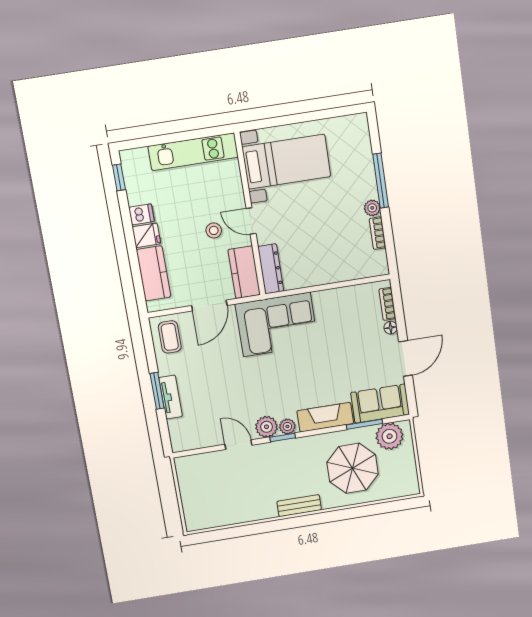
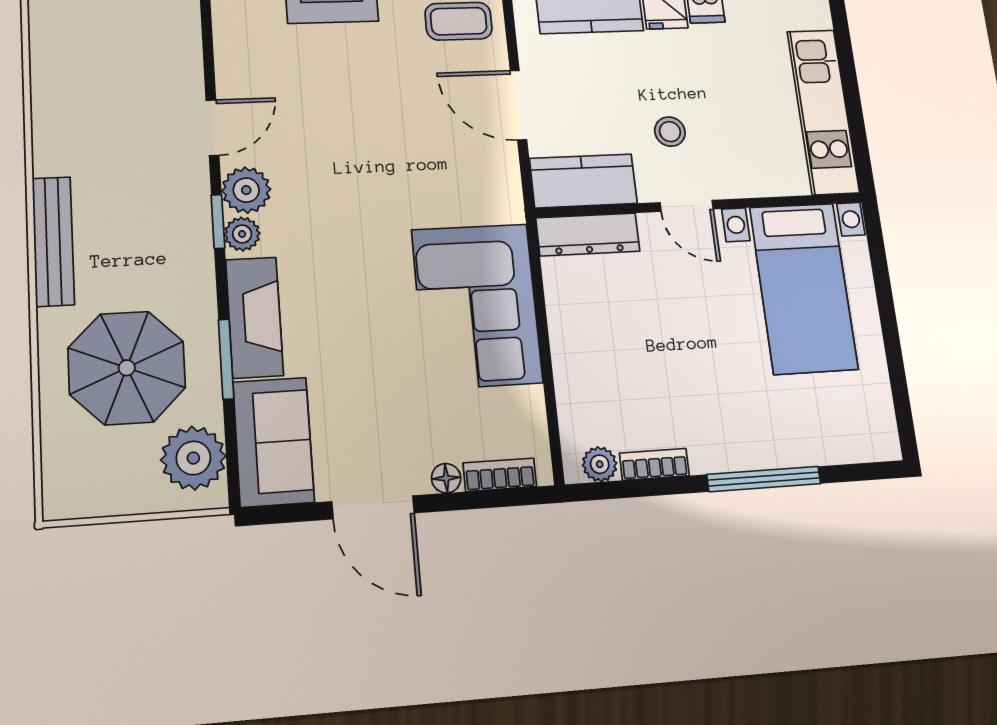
plant: (372, 208) -> (600, 464), moved
door: (251, 221) -> (687, 206), swing flipped
corner sofa: (277, 324) -> (477, 306), moved
window: (364, 424) -> (226, 359), moved
bench: (299, 506) -> (53, 241), width x1.36

